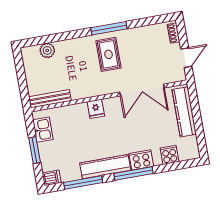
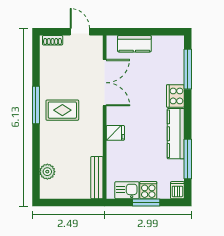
kitchen counter: (184, 112) -> (134, 44), width x0.67
cooker: (170, 155) -> (148, 190), moved, turned 90
window: (134, 173) -> (188, 69), moved

